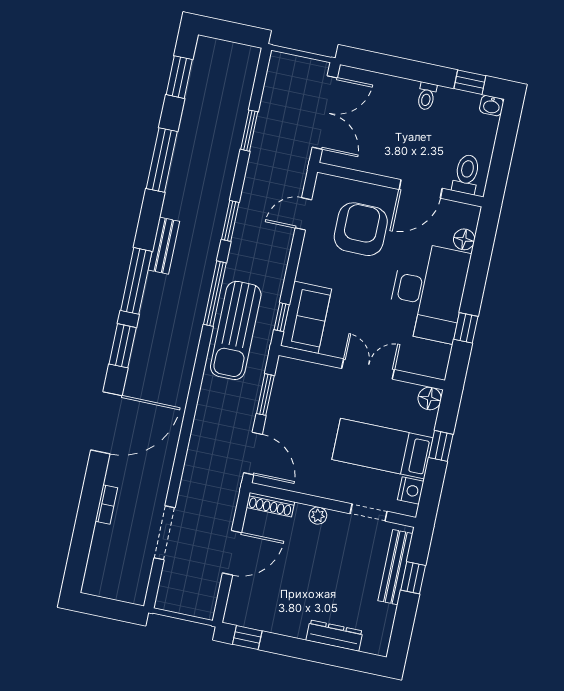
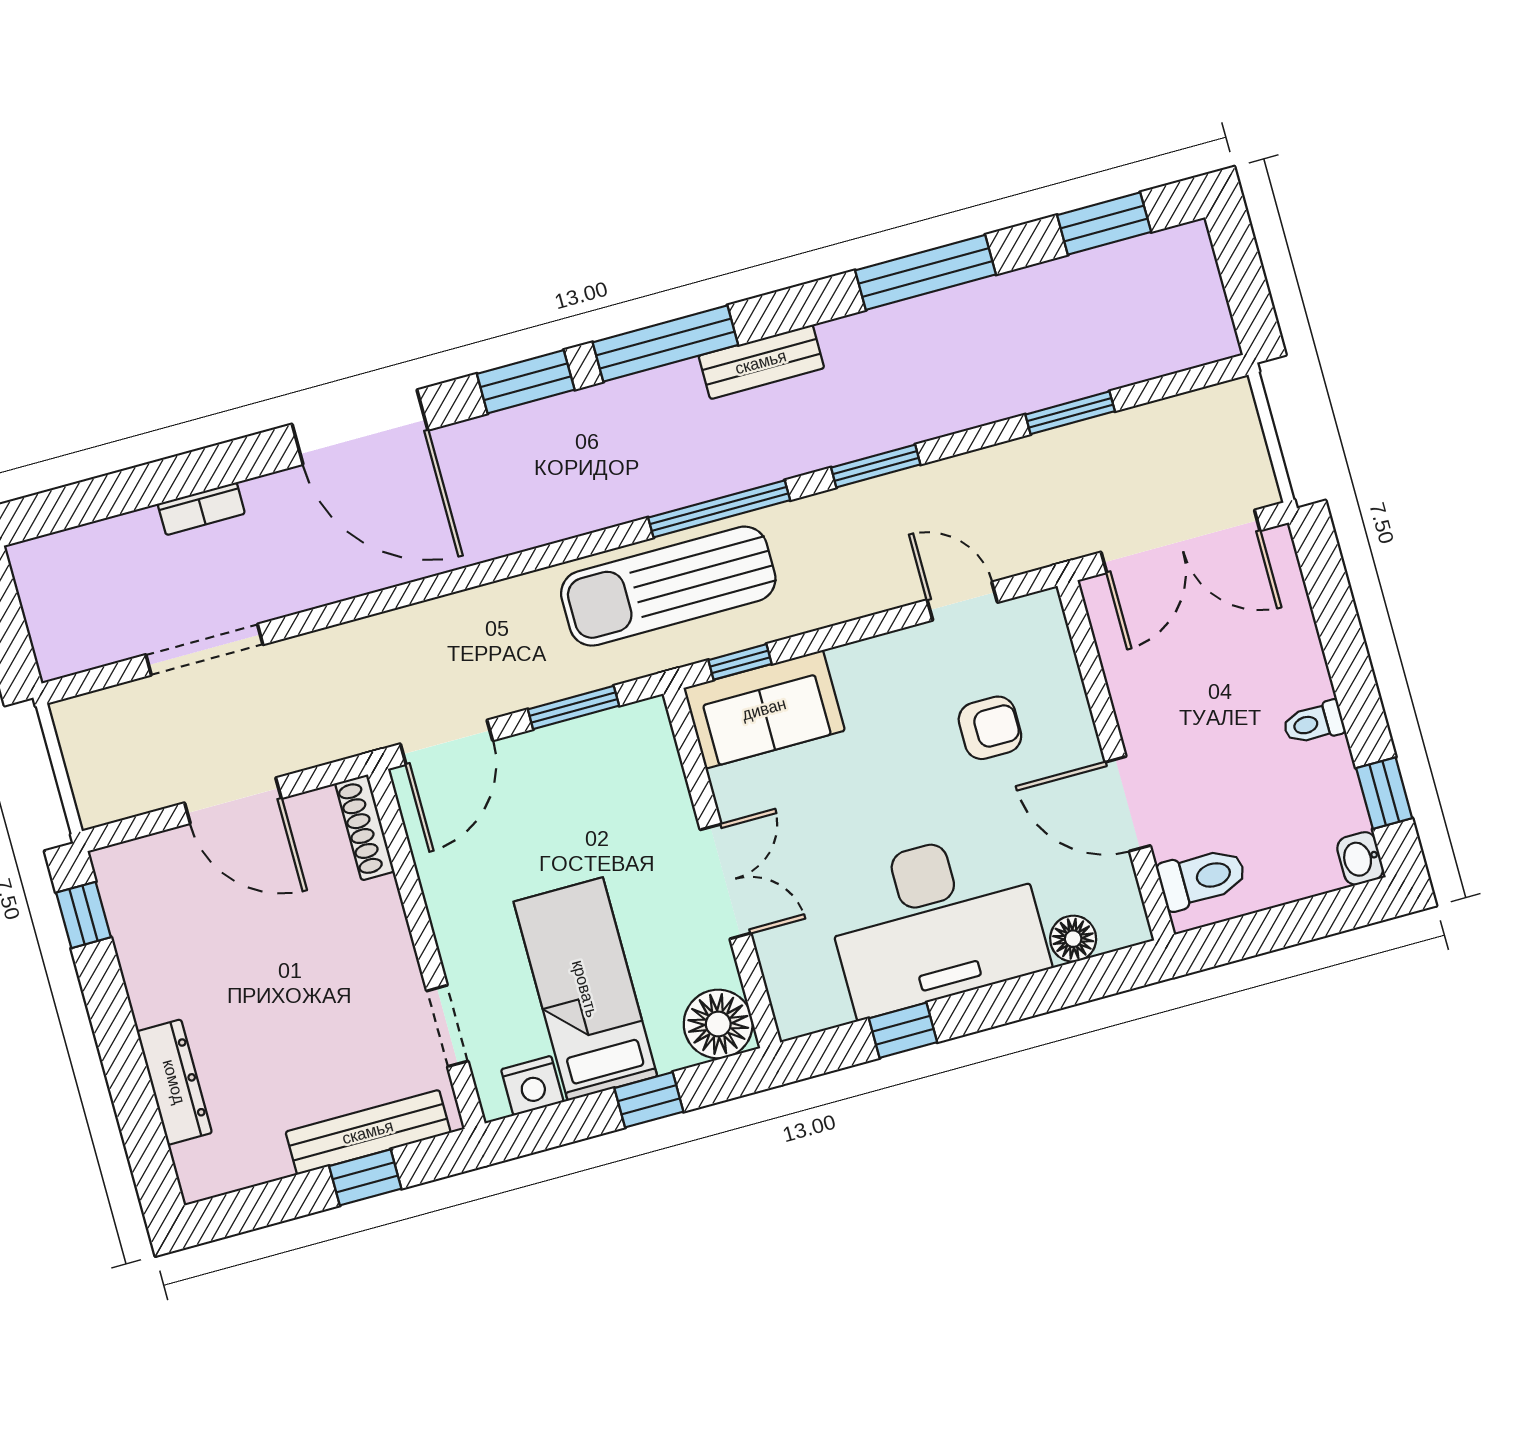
armchair: (361, 229) -> (990, 728), width x0.53, depth x0.53
floor lamp: (430, 399) -> (718, 1024), width x1.38, depth x1.38
plant: (318, 516) -> (391, 930), removed

